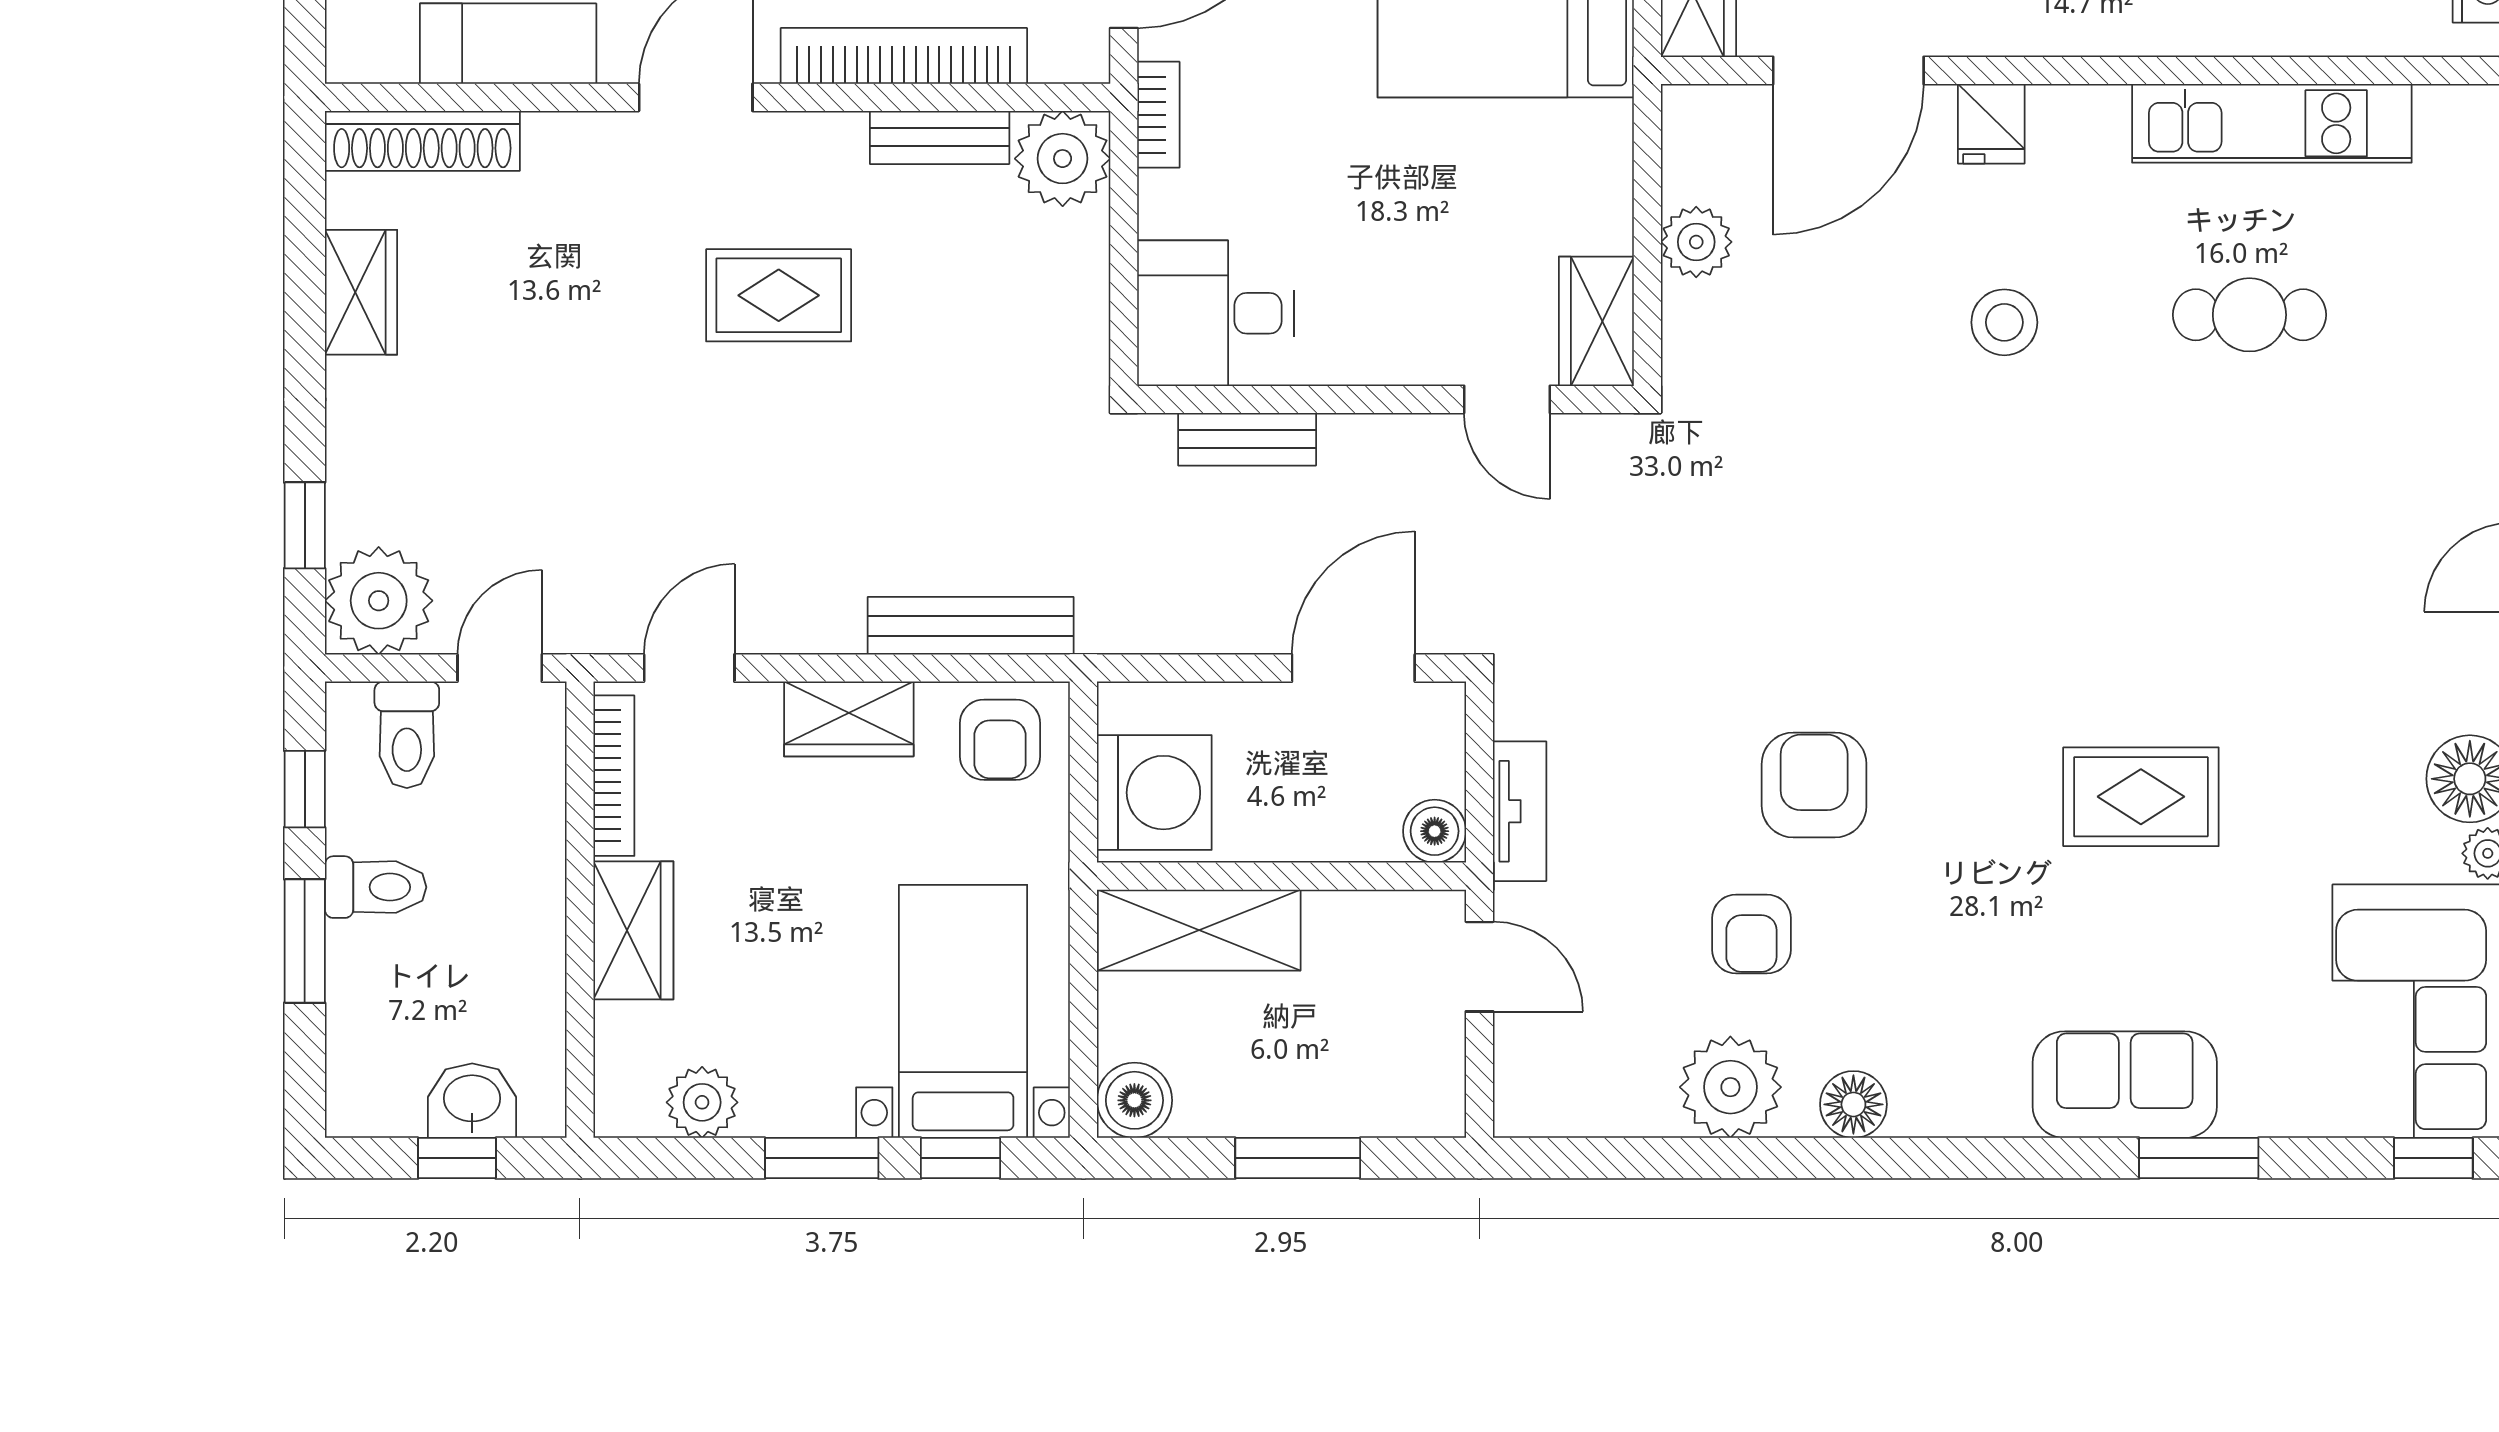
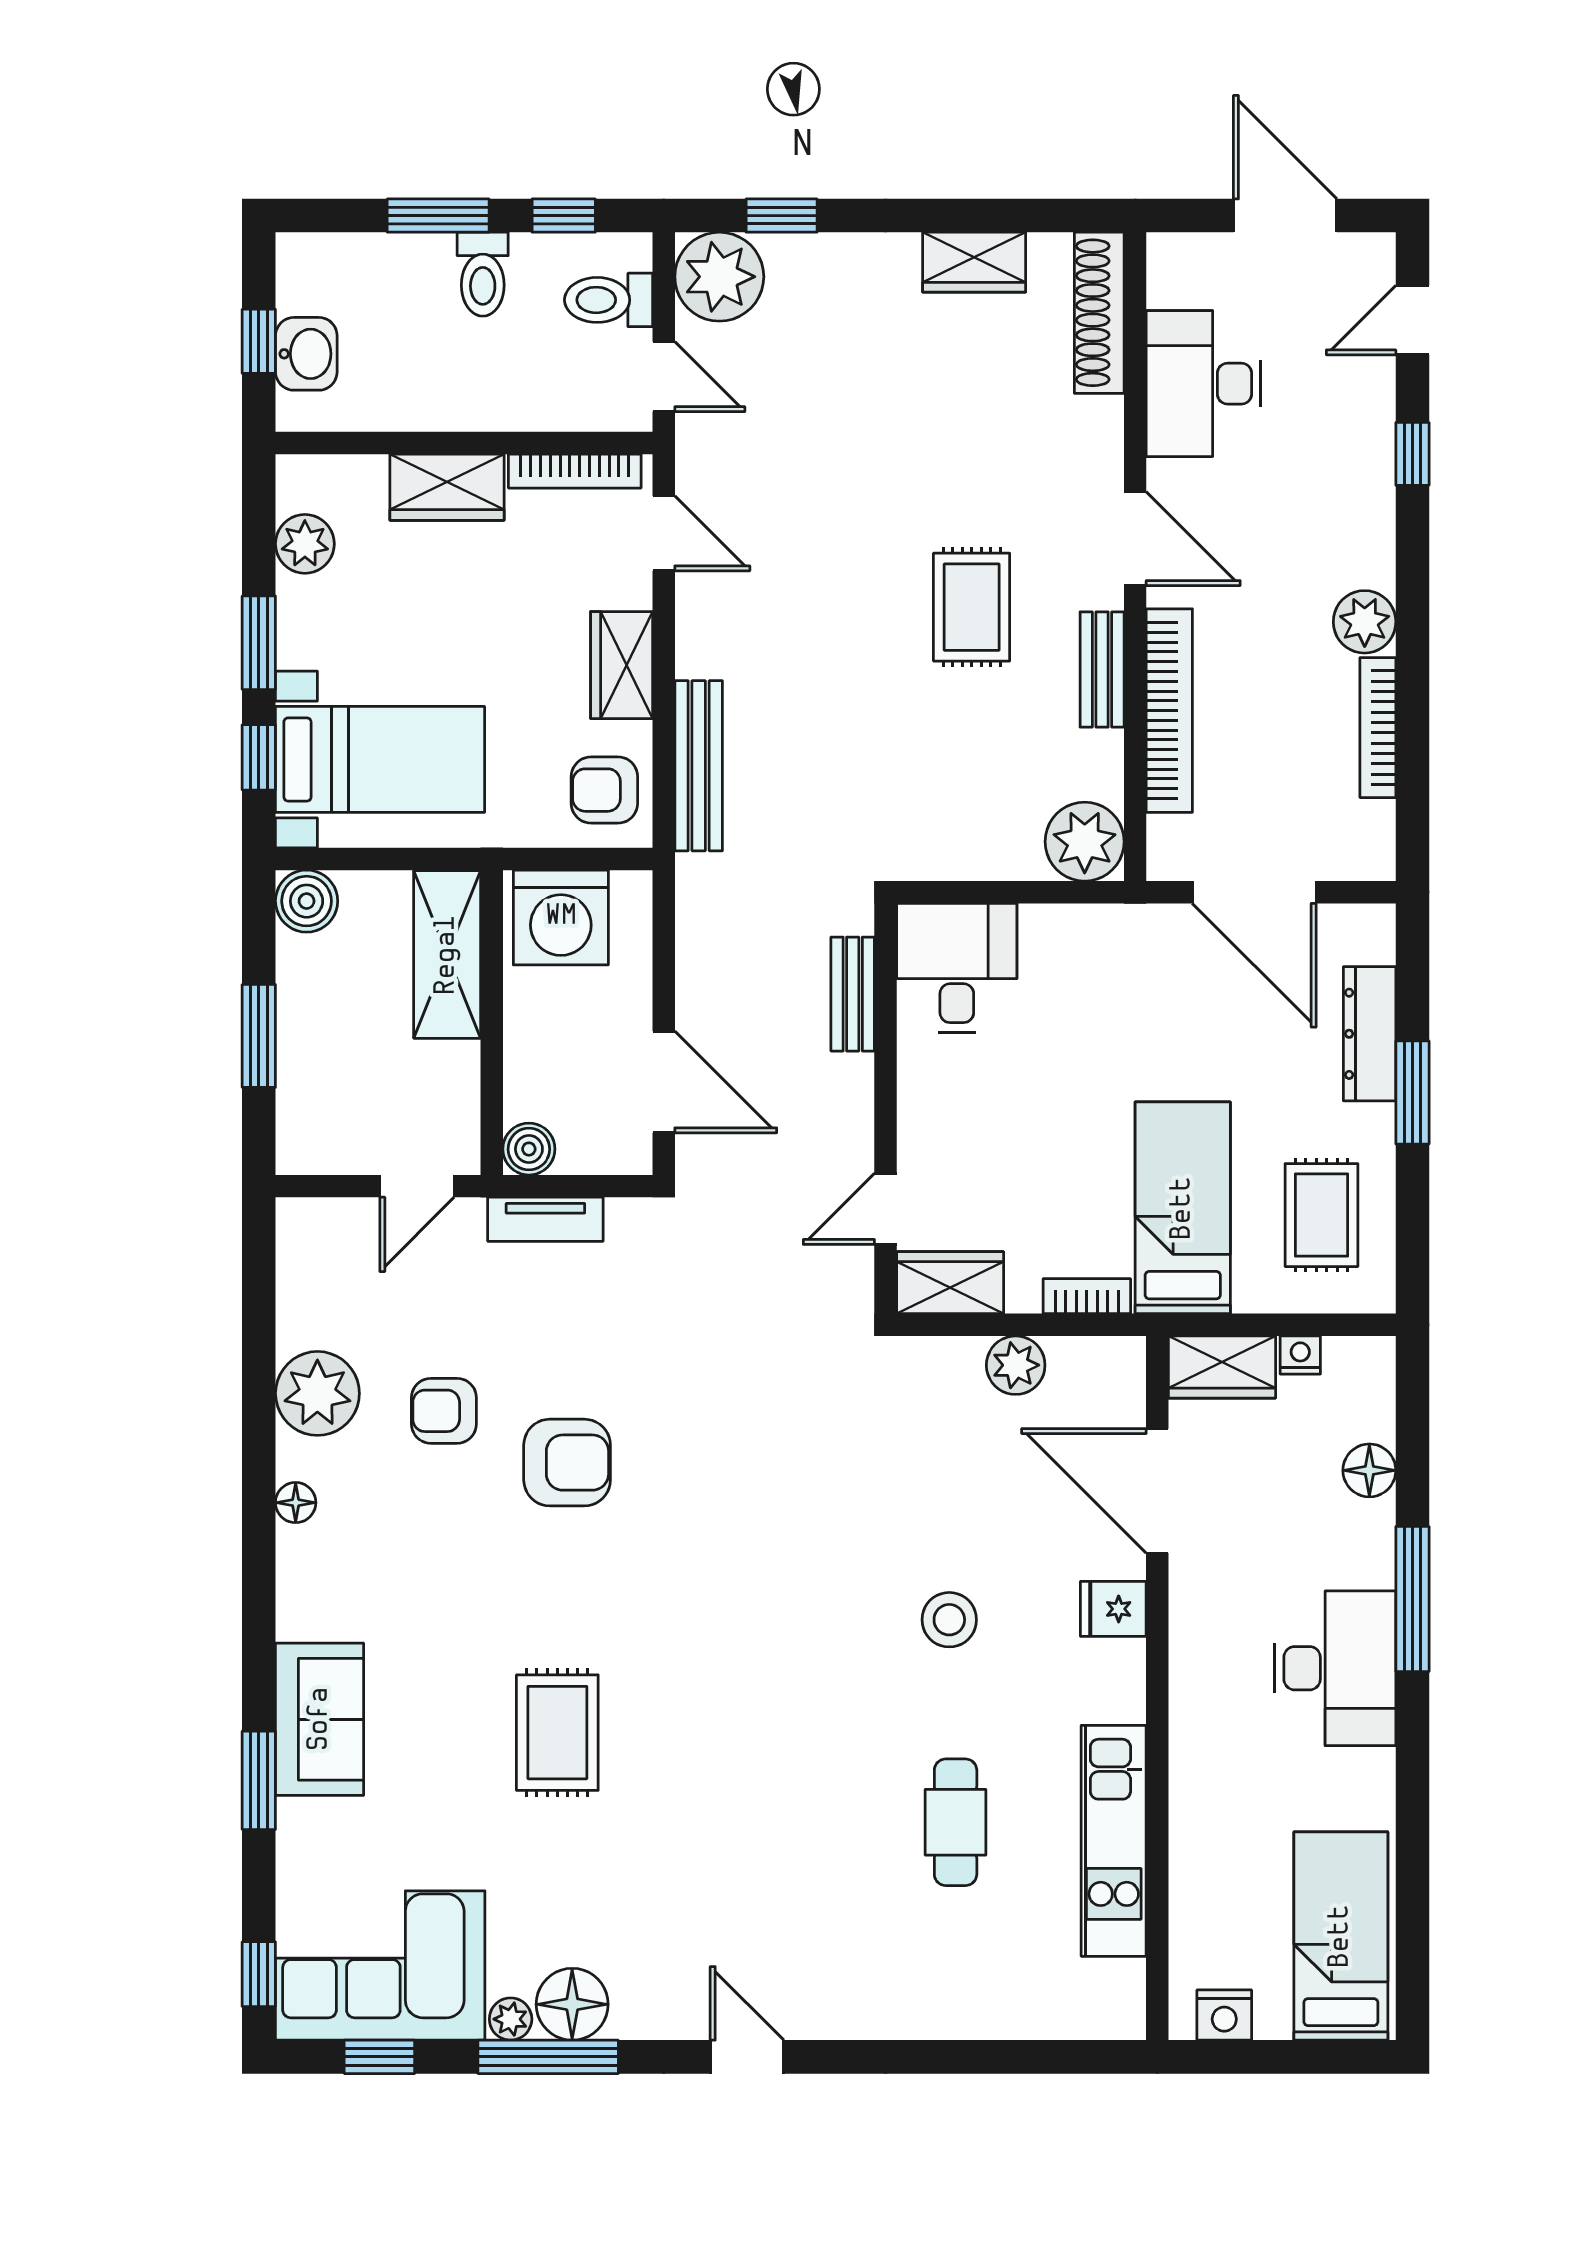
bookcase: (1158, 115) -> (1087, 1296), moved, turned 180
bench: (940, 137) -> (1102, 669), moved
floor lamp: (1853, 1104) -> (296, 1503), width x0.73, depth x0.73

